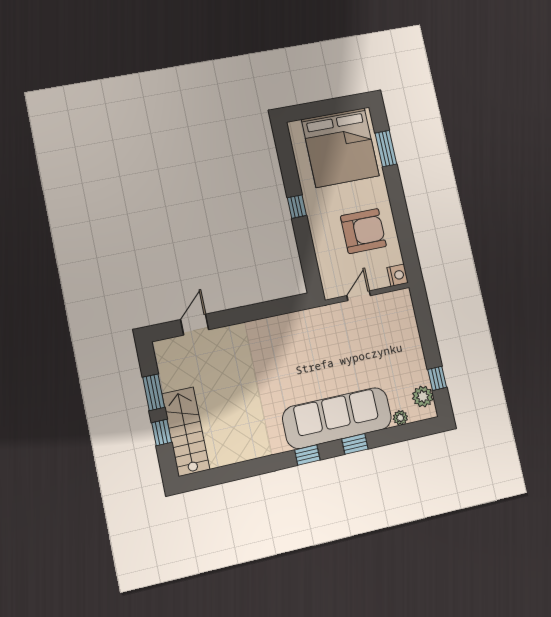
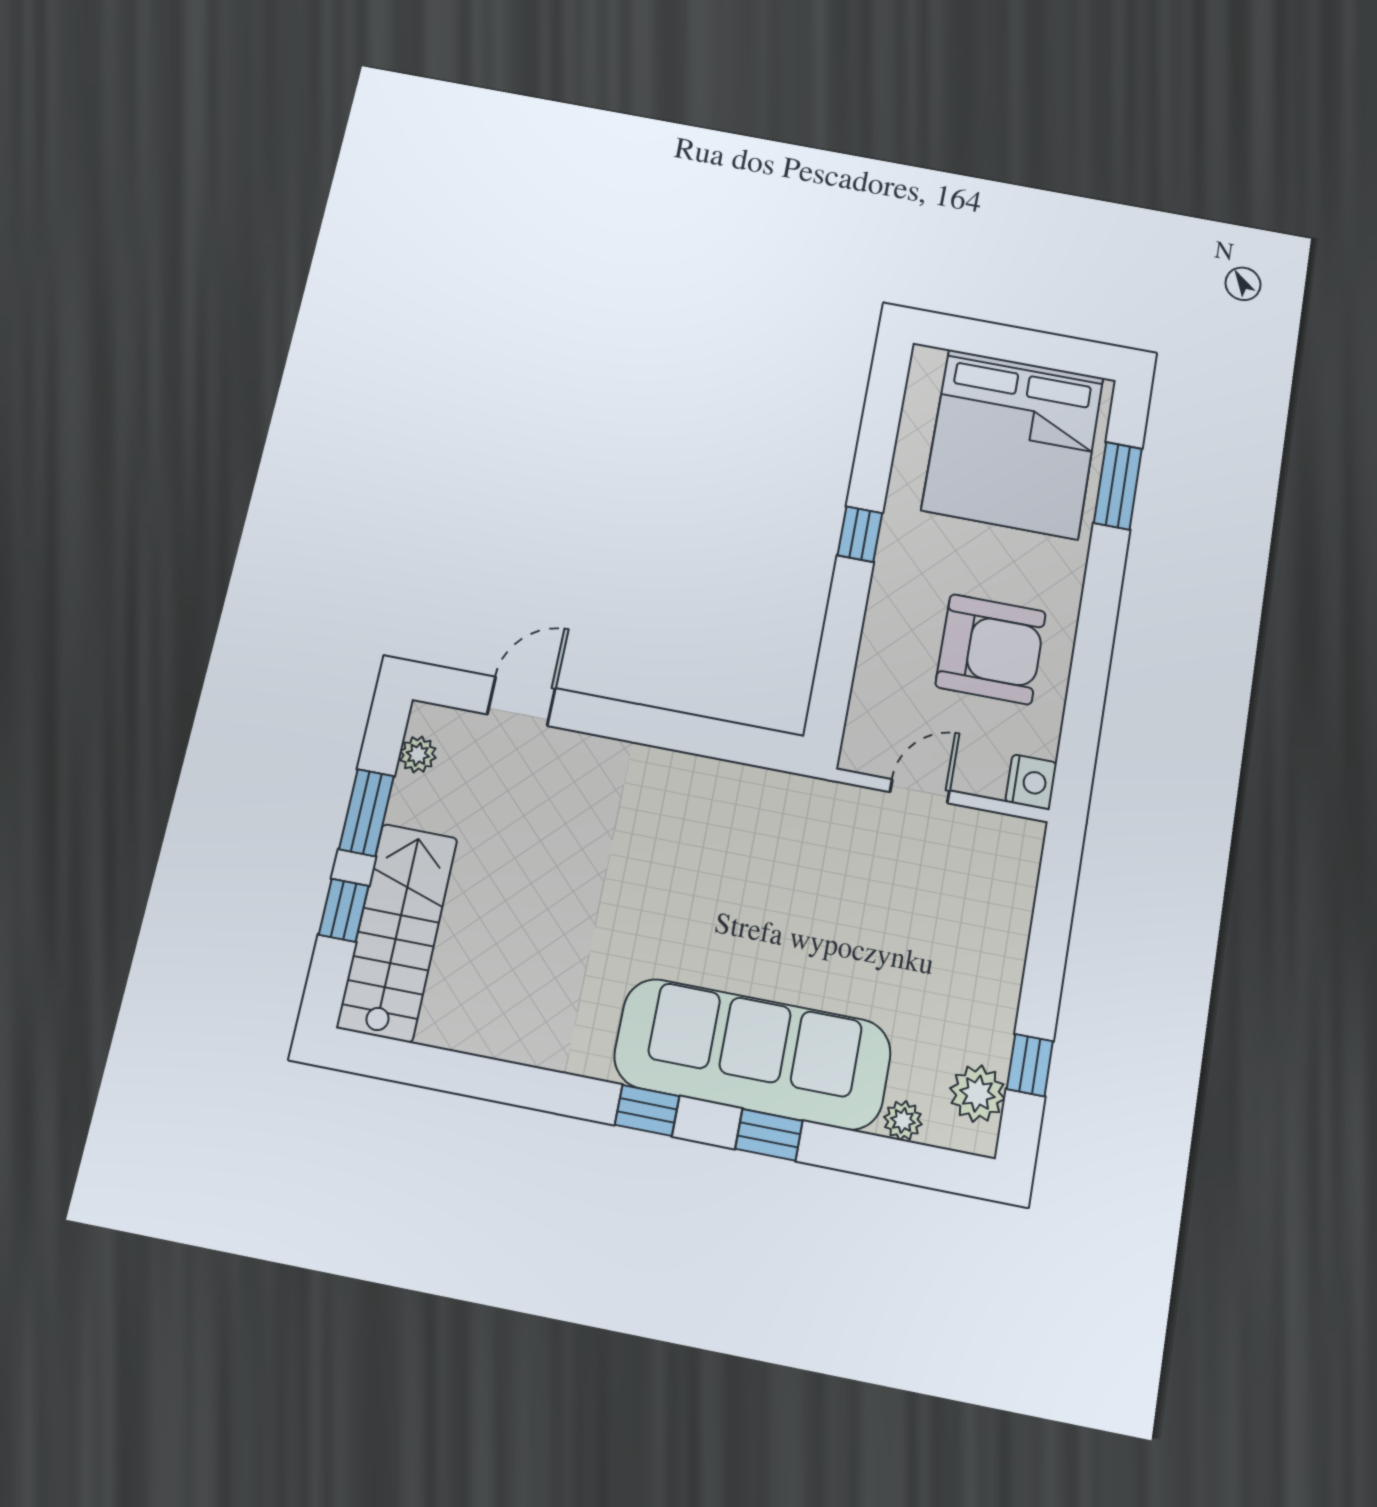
plant: (164, 362) -> (418, 754), added

